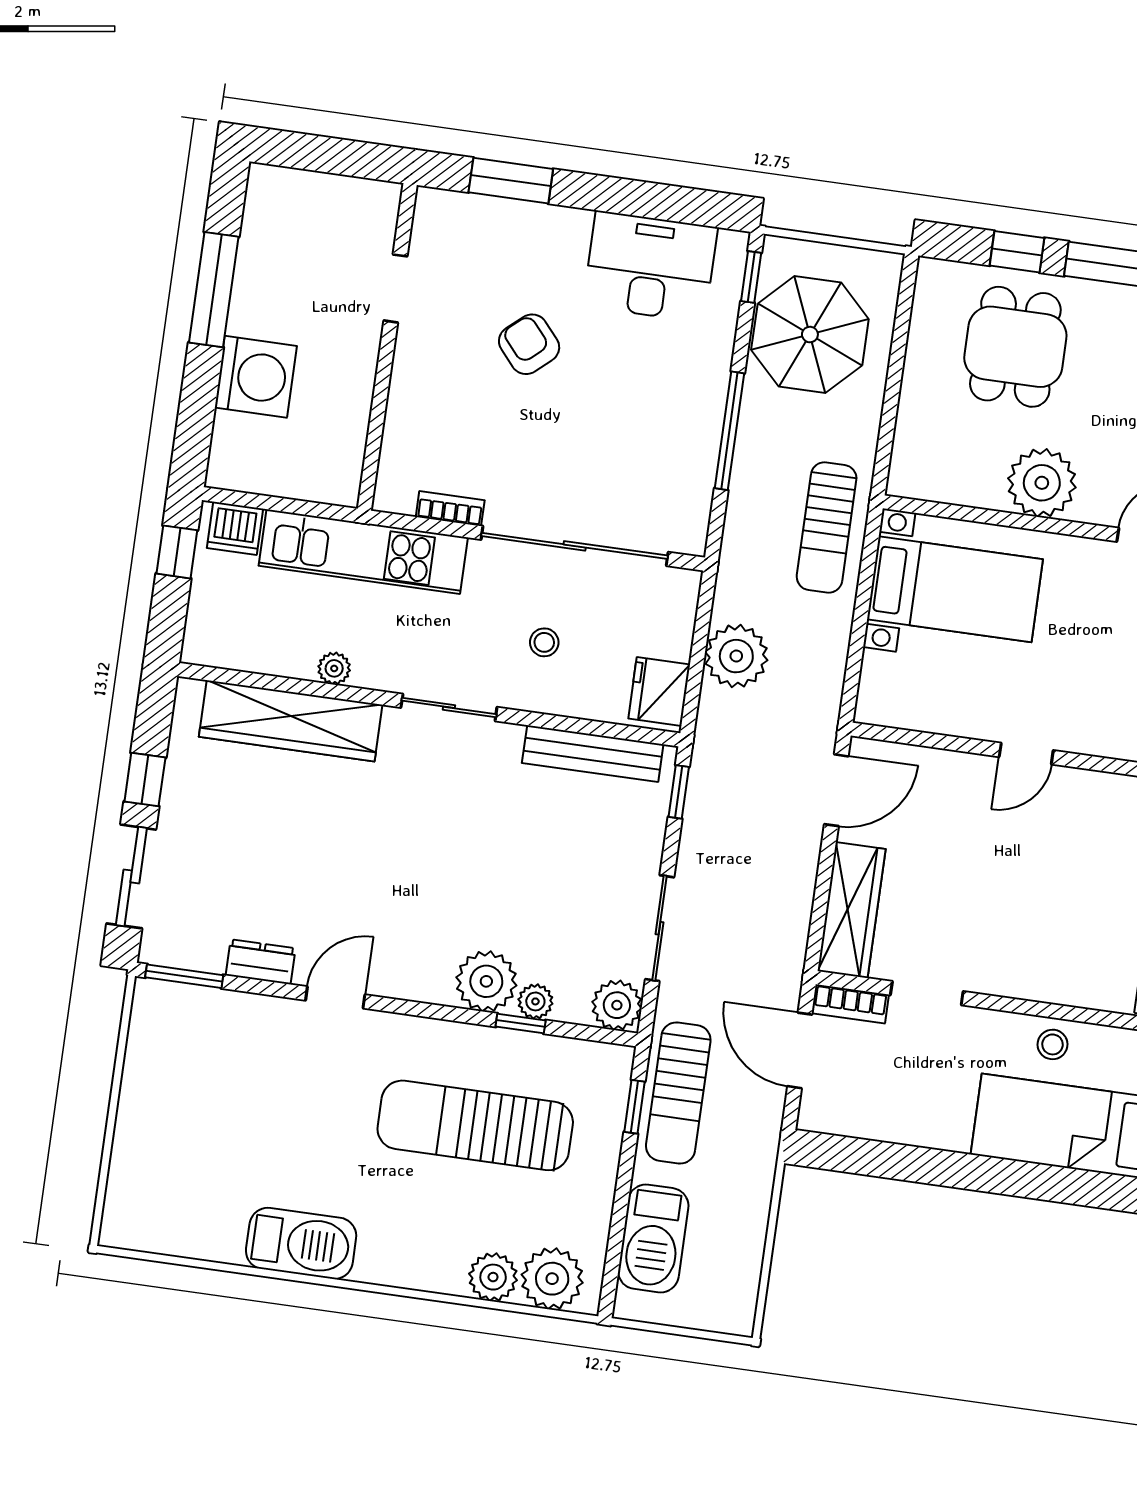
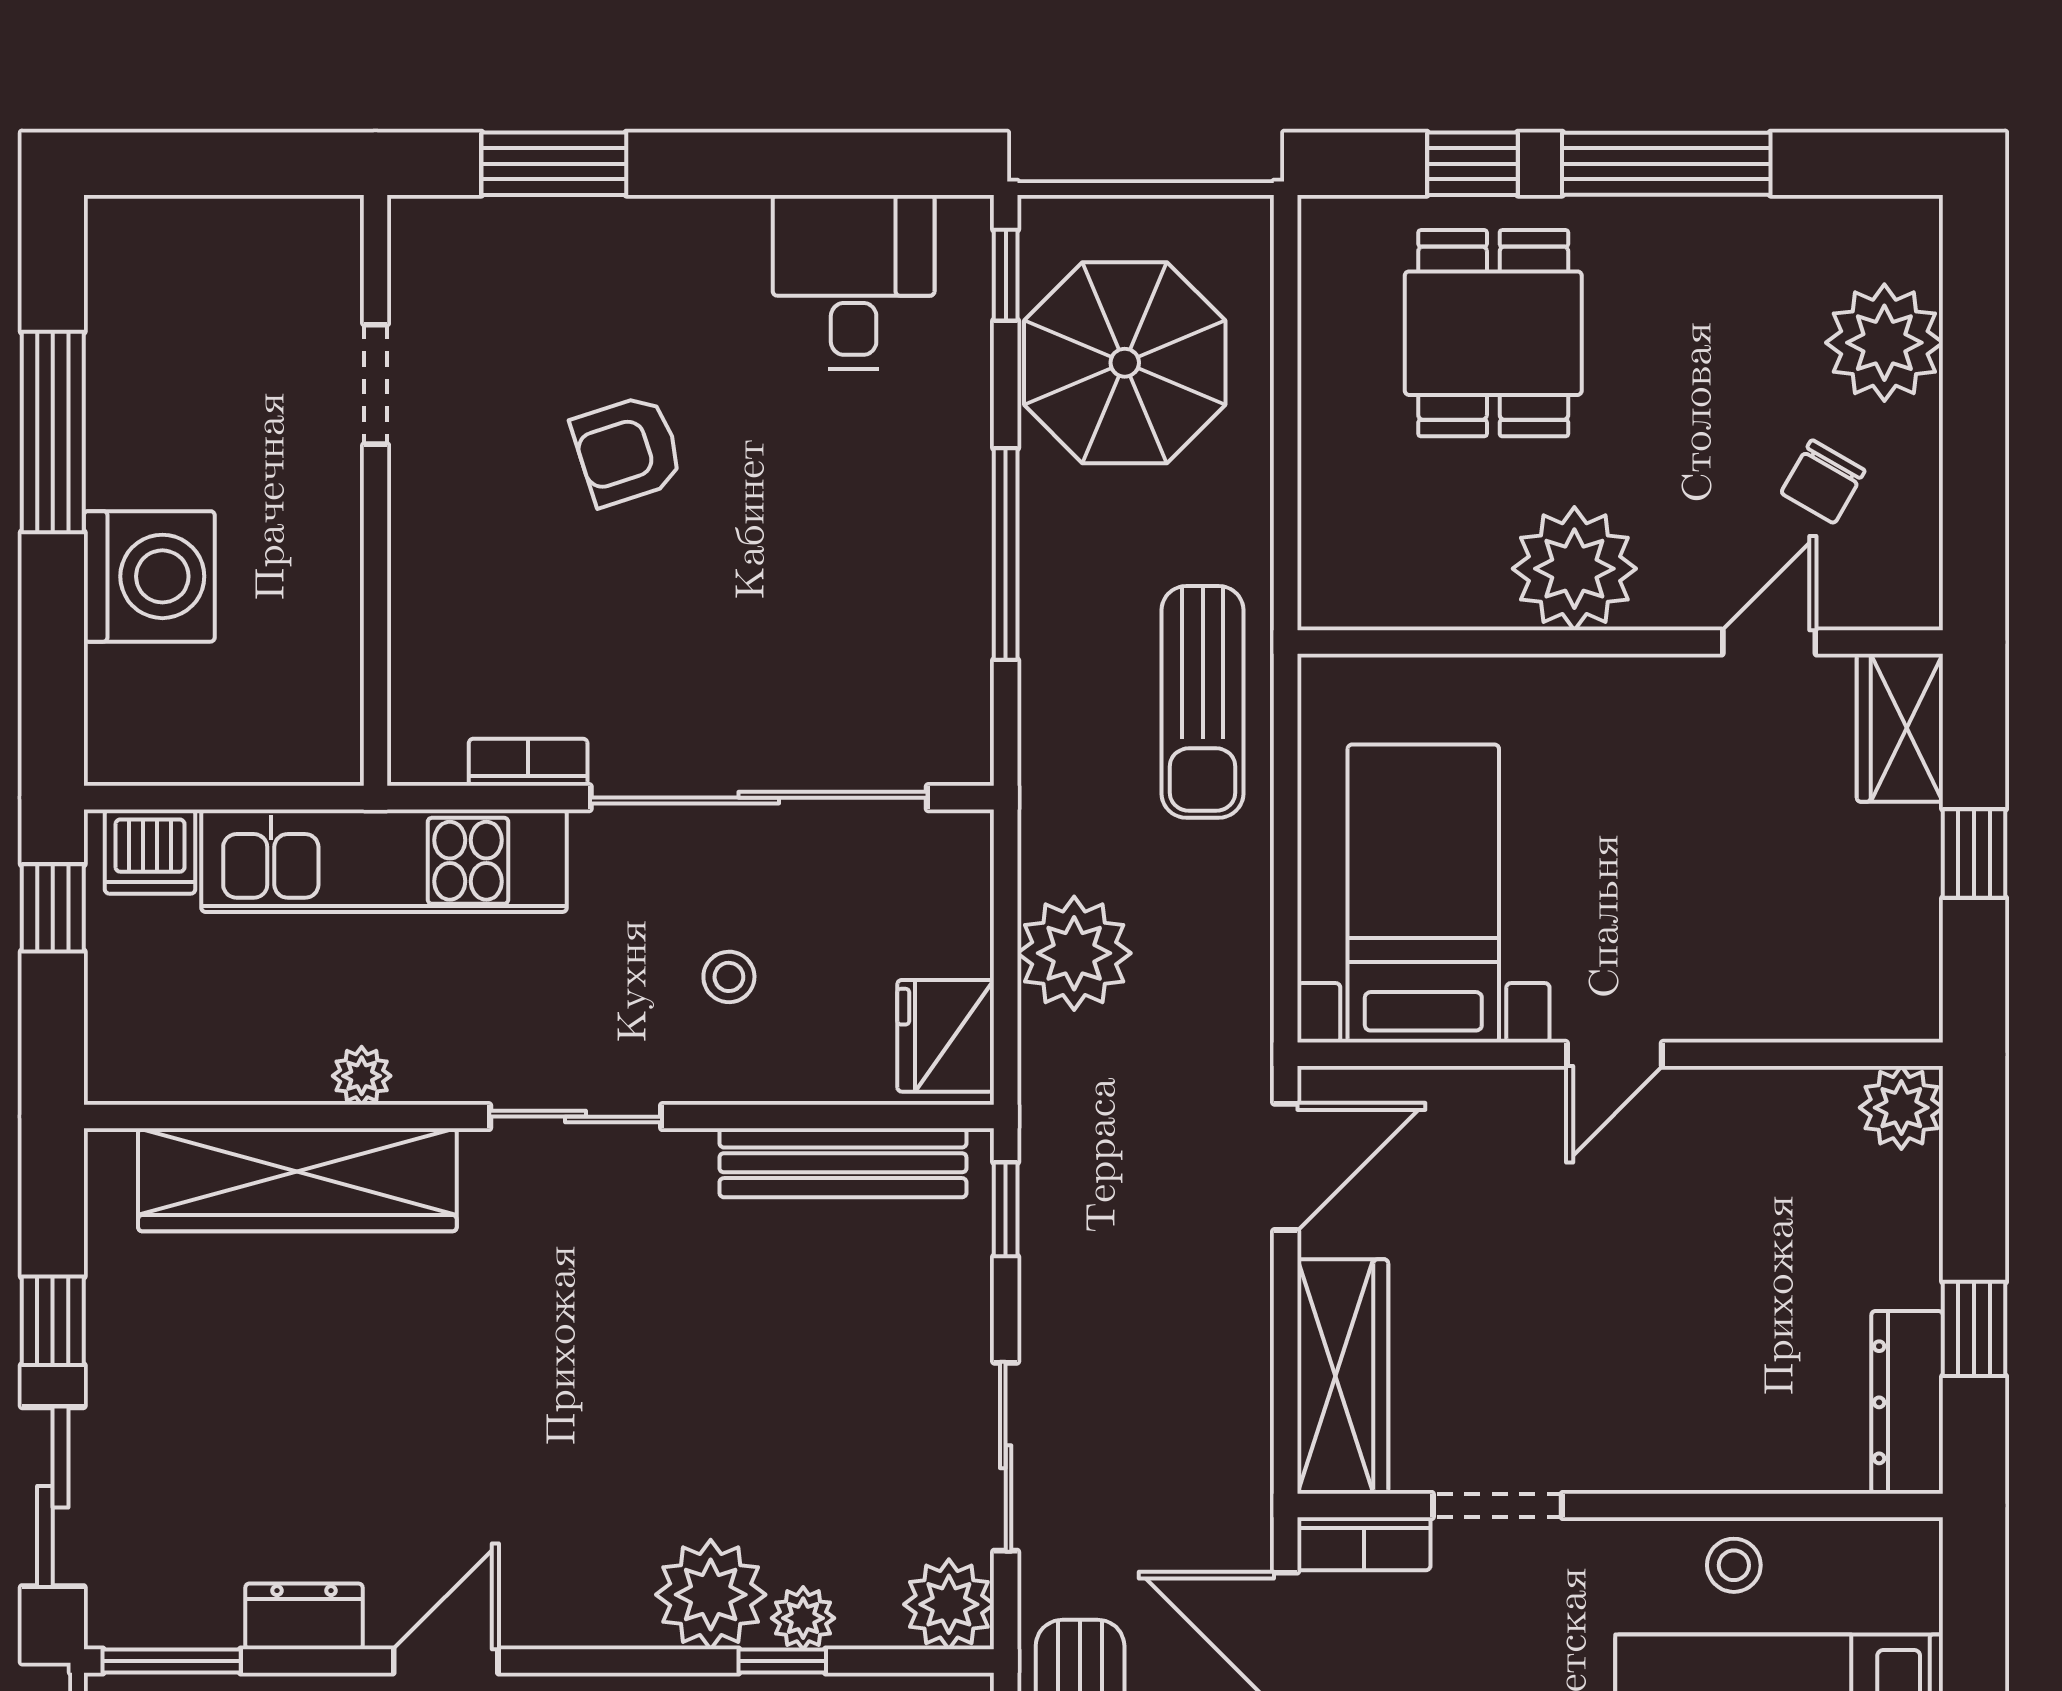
desk: (650, 267) -> (854, 282), width x0.73
armchair: (529, 344) -> (627, 450), turned -67
bed with nightstands: (955, 589) -> (1423, 894), moved, turned -90

